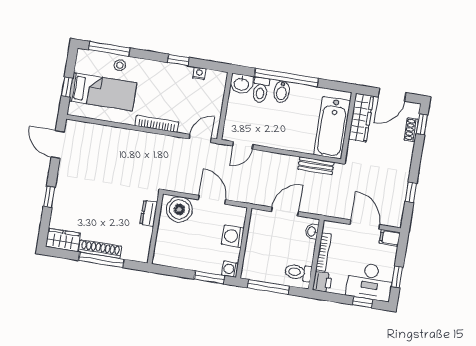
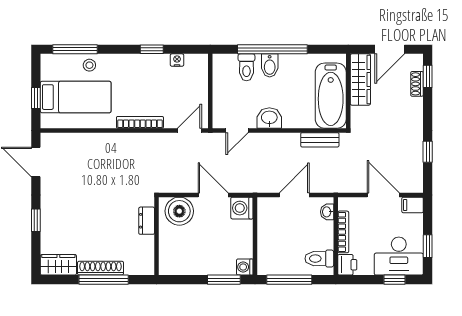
washbasin: (241, 84) -> (269, 118), moved, turned 180
washing machine: (233, 236) -> (242, 208), moved

